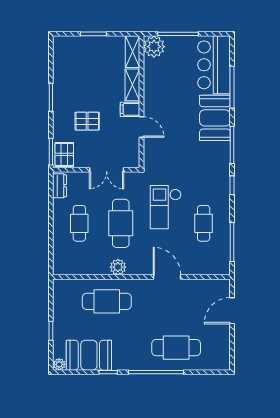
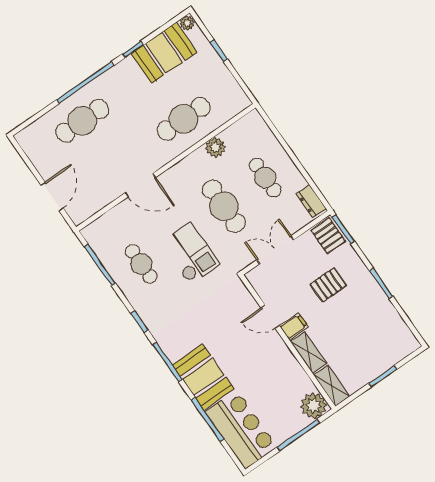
plant: (118, 267) -> (215, 147), moved

